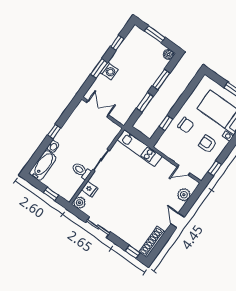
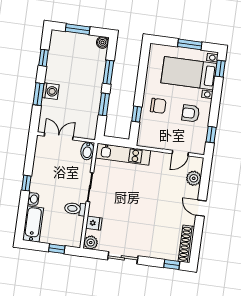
bidet: (114, 131) -> (87, 151), added

